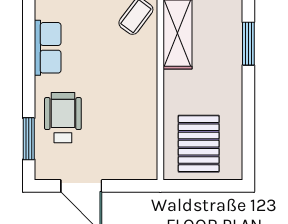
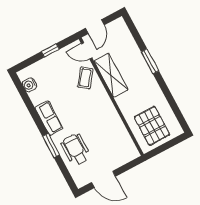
window: (29, 139) -> (51, 145), moved

